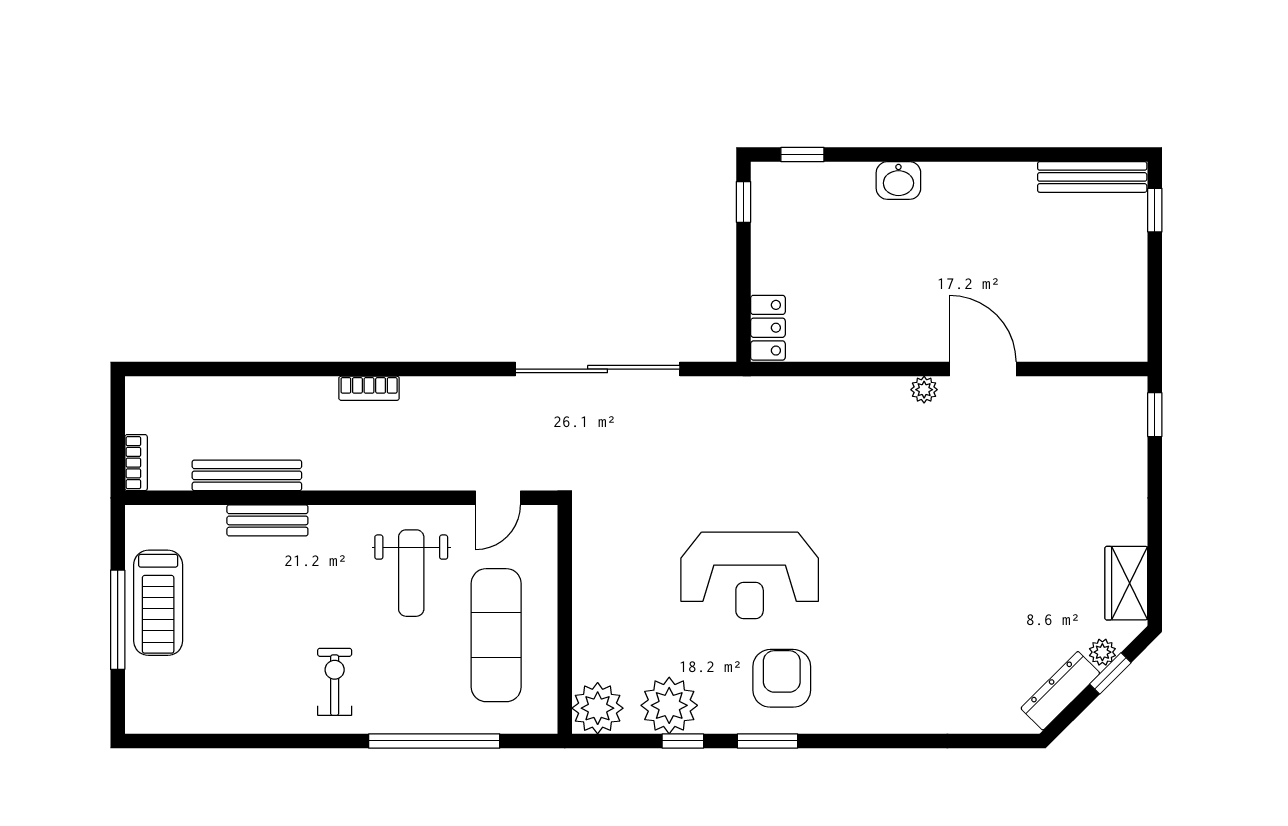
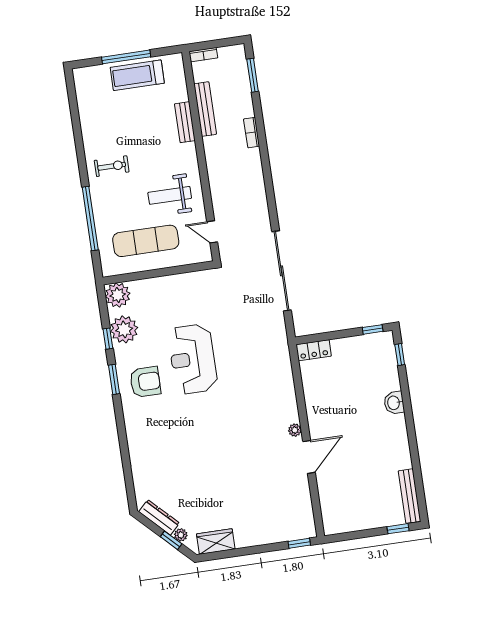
window: (193, 369) -> (253, 75), added
bookcase: (369, 388) -> (252, 133), moved

